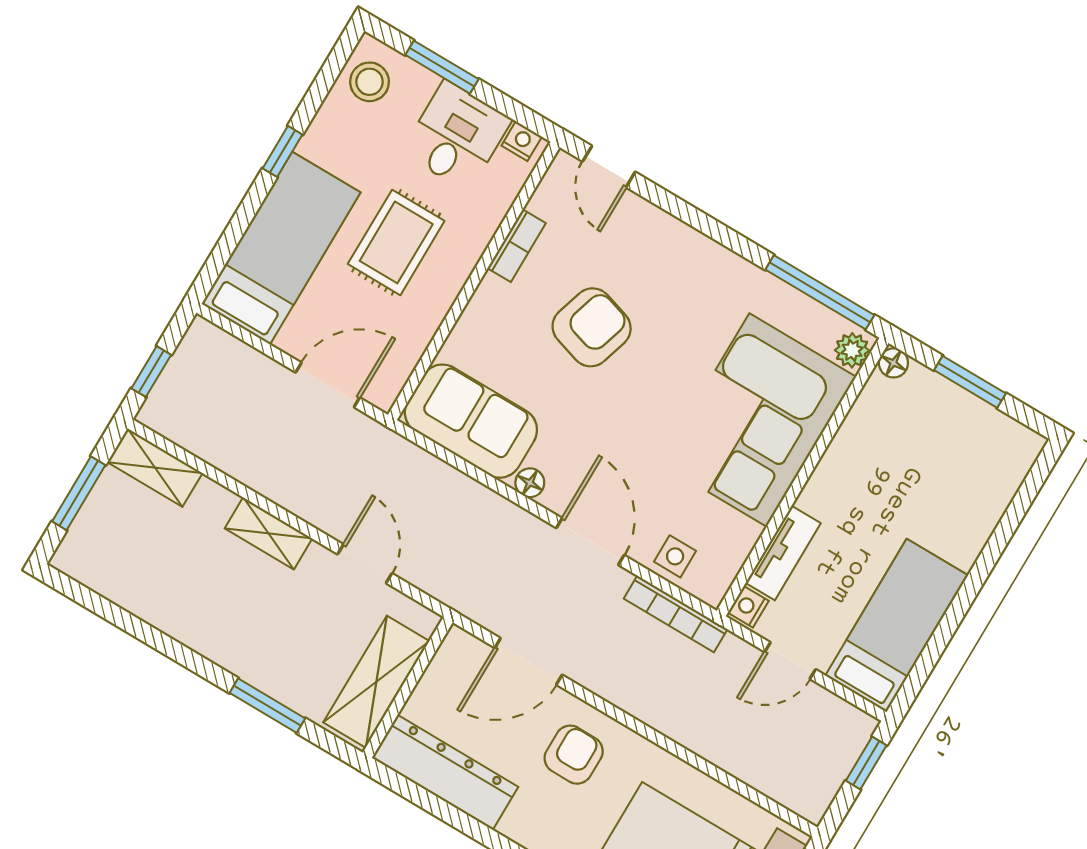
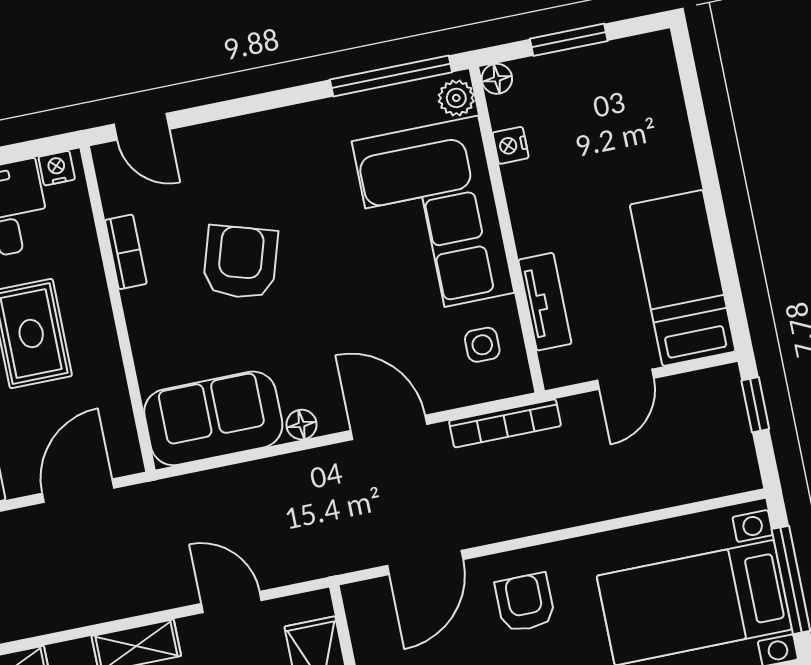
side table: (675, 556) -> (482, 345), moved
nightstand: (748, 607) -> (511, 145), moved

